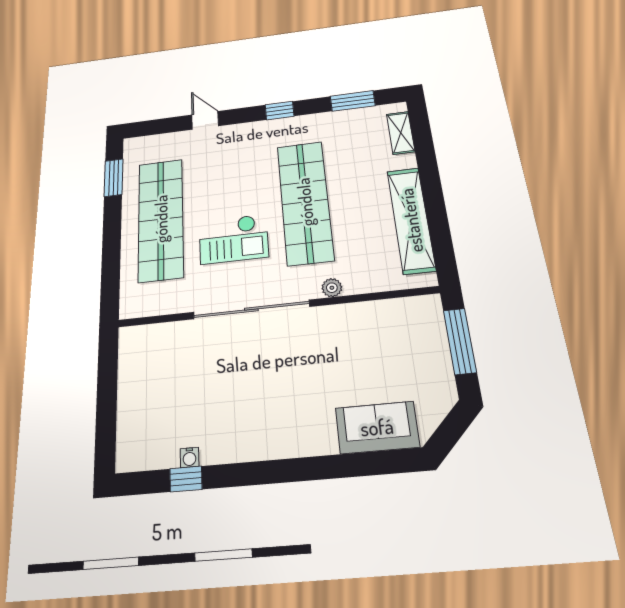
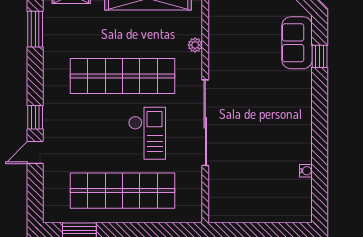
window: (280, 111) -> (35, 117), moved
plant: (332, 288) -> (195, 45), moved
window: (186, 479) -> (320, 56), moved

